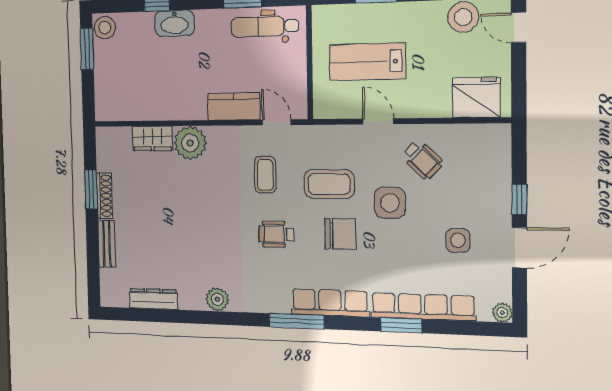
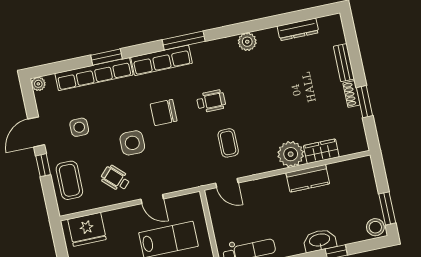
kitchen counter: (234, 106) -> (308, 178), moved
coffee table: (329, 184) -> (69, 180), moved, turned 90
shoe rack: (104, 196) -> (351, 94), width x0.70

